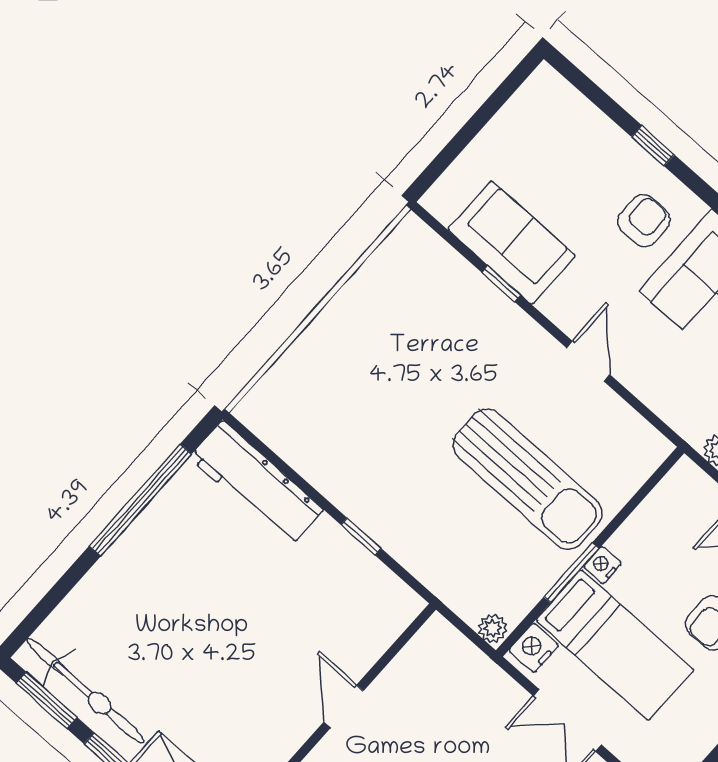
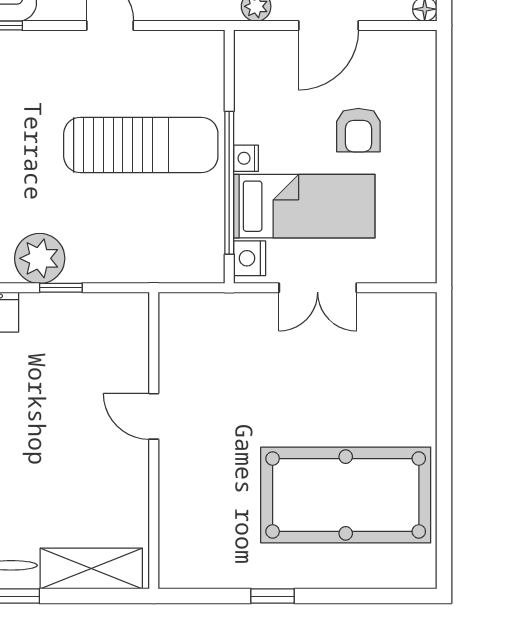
window: (571, 573) -> (229, 183), width x2.11
plant: (493, 628) -> (40, 258), moved, width x1.87, depth x1.87

